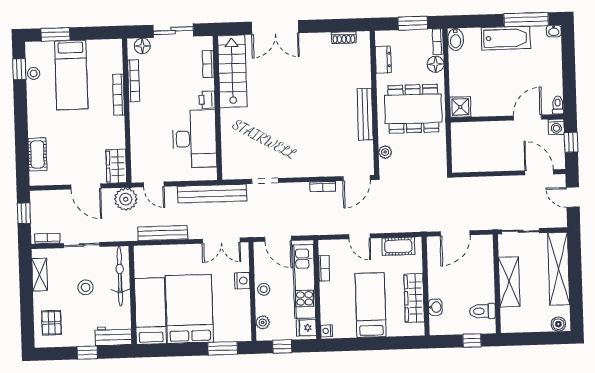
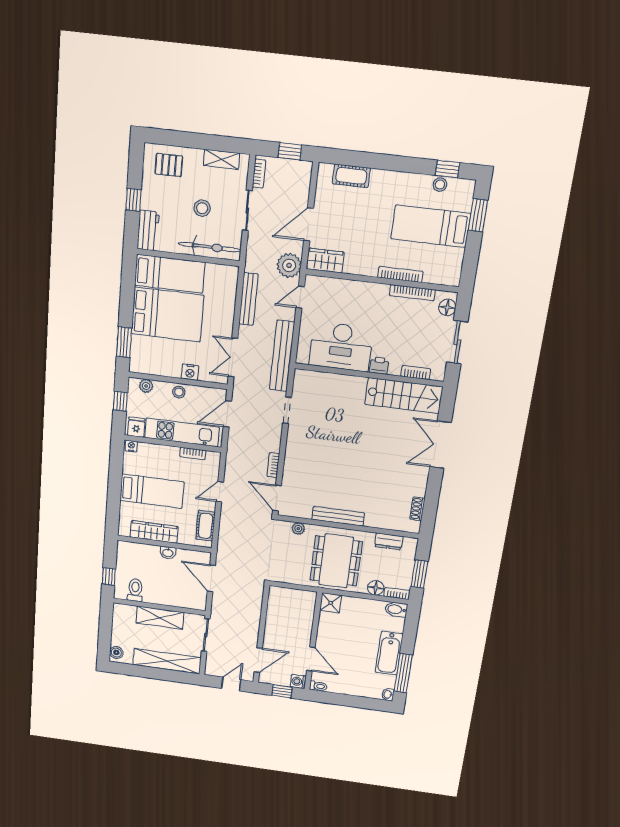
washbasin: (435, 307) -> (168, 553), moved

